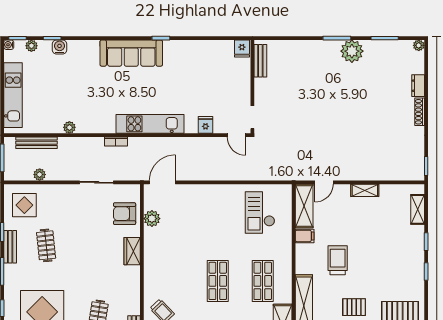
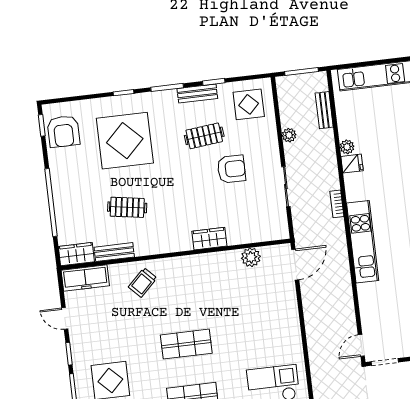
fridge: (205, 125) -> (352, 164), moved
bench: (37, 143) -> (324, 110), width x0.73
plant: (40, 175) -> (289, 135), moved
door: (162, 182) -> (295, 265), hinge flipped
armchair: (125, 214) -> (231, 169), moved, turned 90

